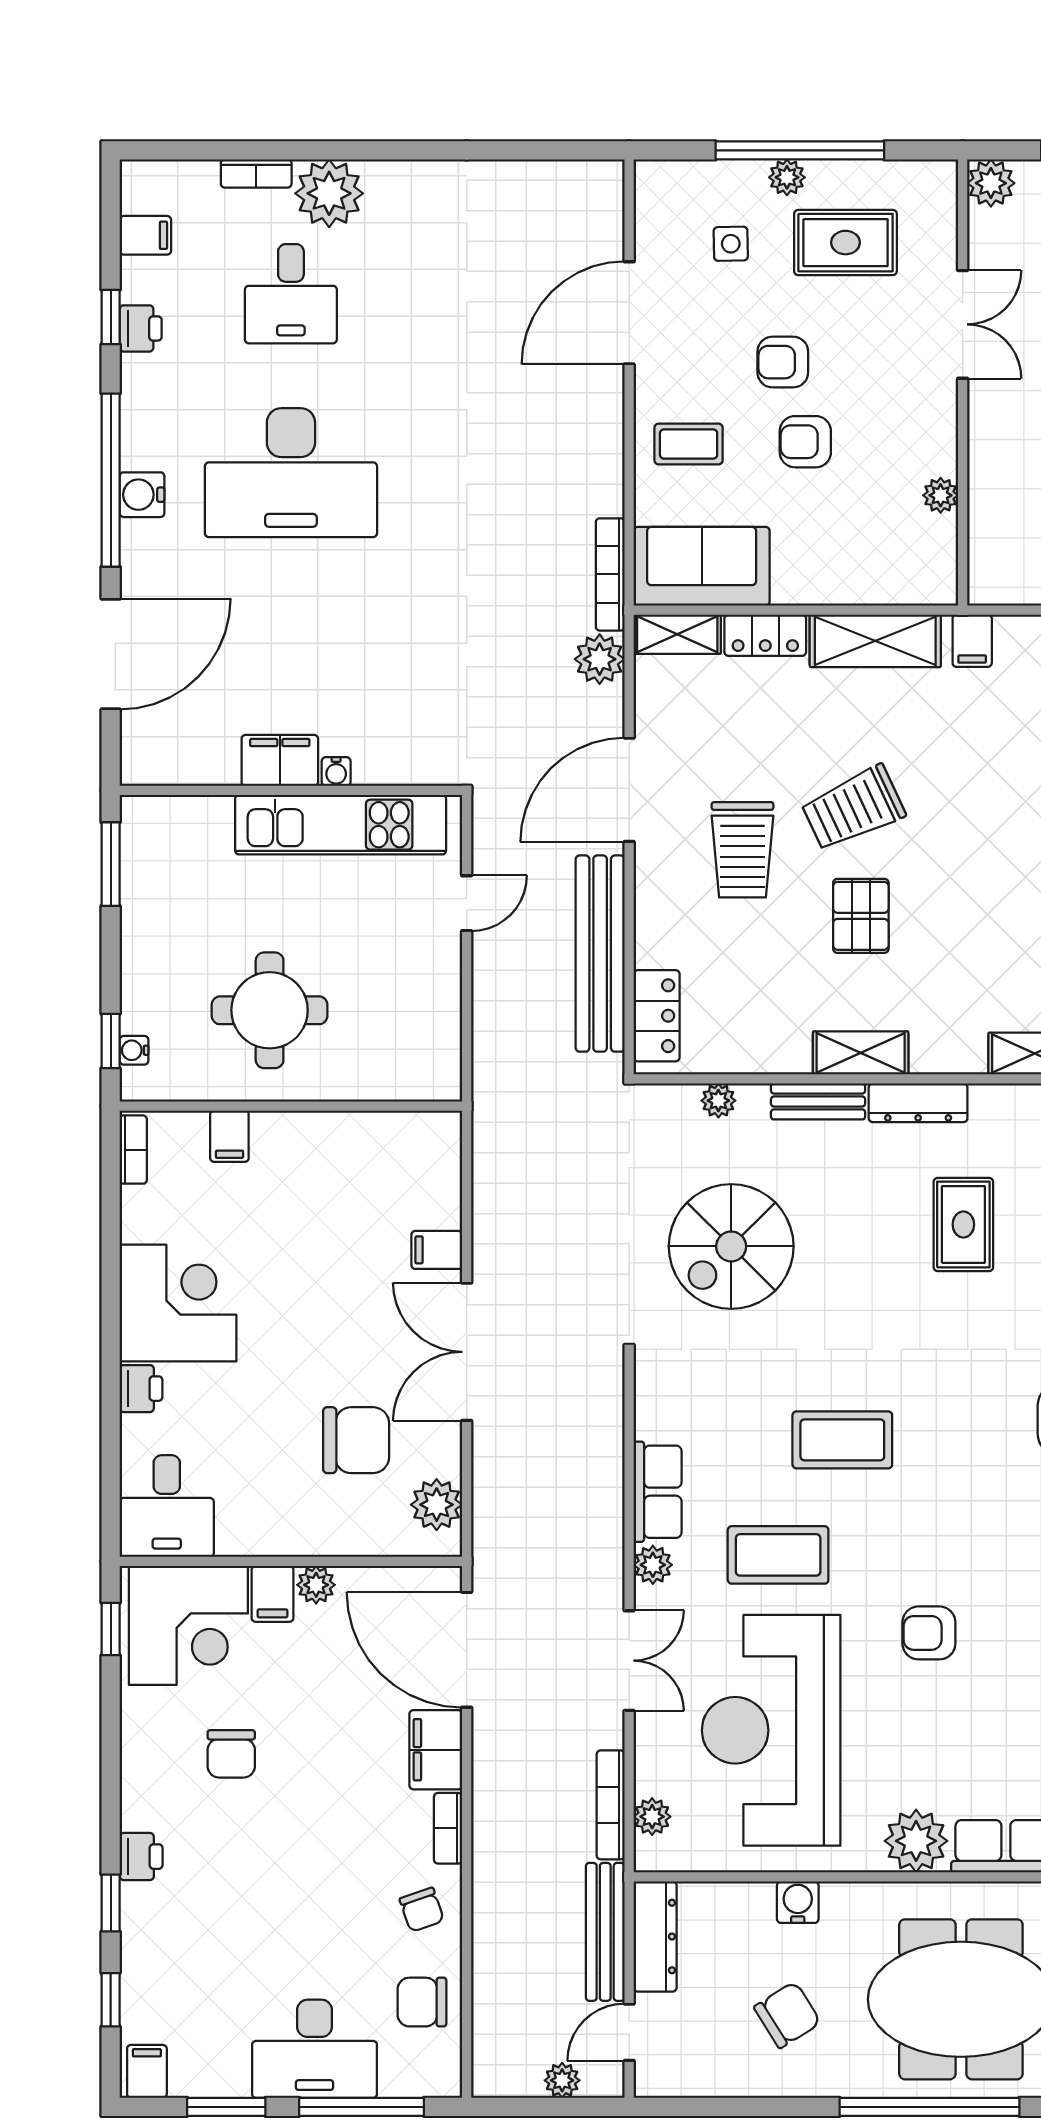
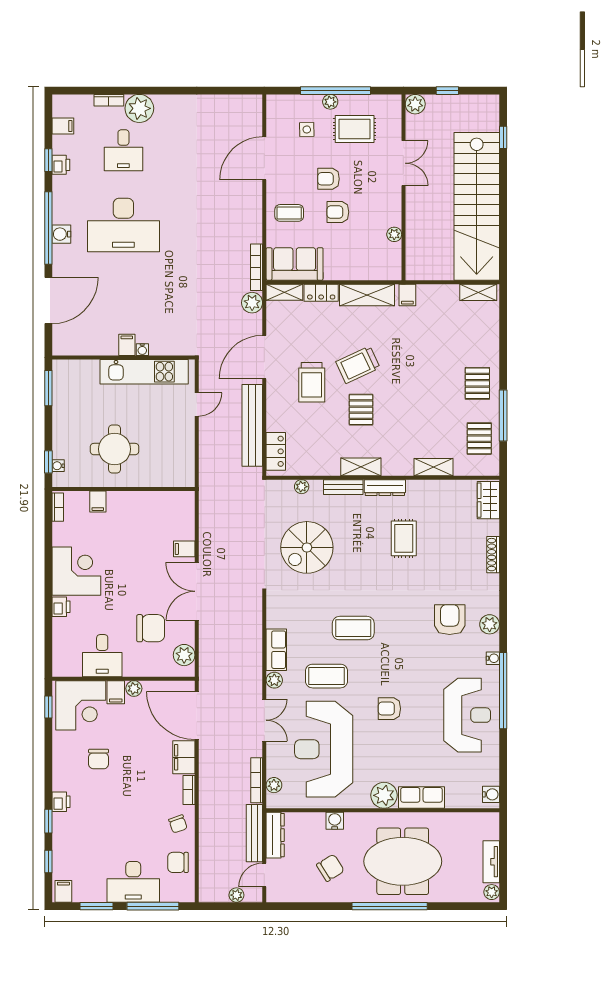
filing cabinet: (280, 760) -> (127, 345), width x0.50
desk: (167, 1506) -> (102, 656), moved

